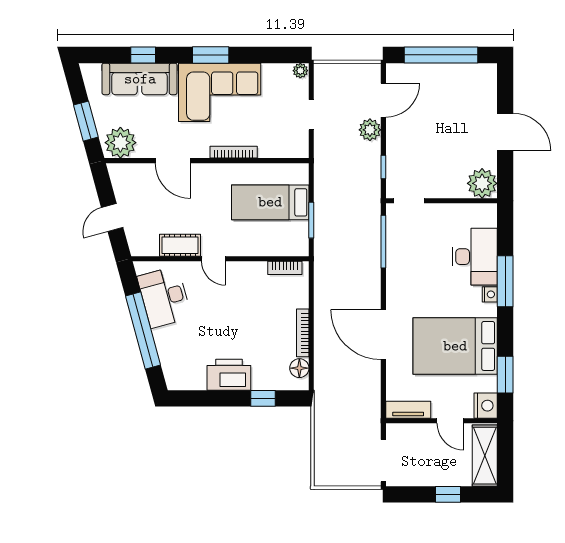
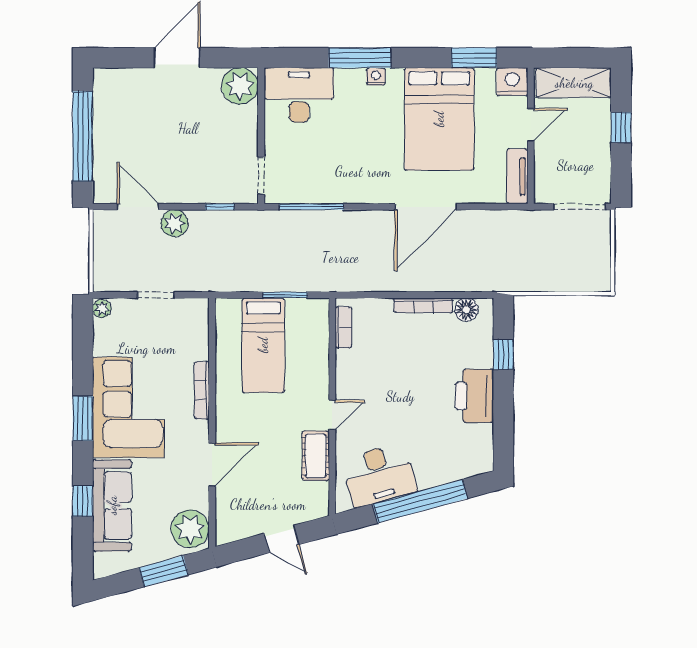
desk: (475, 257) -> (299, 95), moved

